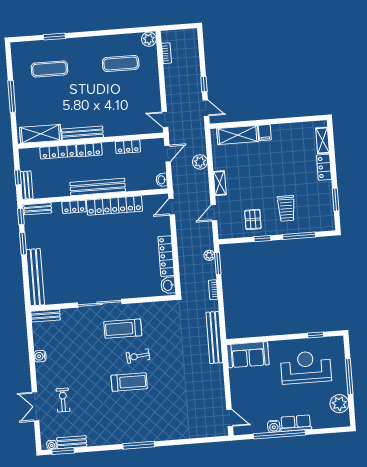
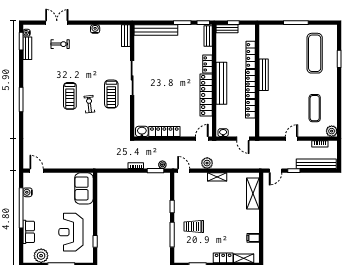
exercise mat: (49, 69) -> (315, 53), width x1.36, depth x1.45
door: (165, 120) -> (291, 139), moved
filing cabinet: (265, 133) -> (253, 238), moved
shelving: (40, 134) -> (265, 42), removed
locker: (89, 150) -> (250, 84), width x1.53
plant: (200, 162) -> (207, 163), moved
door: (172, 207) -> (202, 139), hinge flipped
door: (214, 213) -> (184, 171), moved
pallet: (253, 219) -> (187, 200), removed
treadmill: (123, 329) -> (111, 94), turned 180
bench: (214, 337) -> (316, 164), moved
reception desk: (306, 367) -> (71, 232), turned 180
door: (230, 418) -> (37, 171), swing flipped
row of seats: (296, 423) -> (29, 232), moved
water cooler: (274, 426) -> (28, 192), moved

